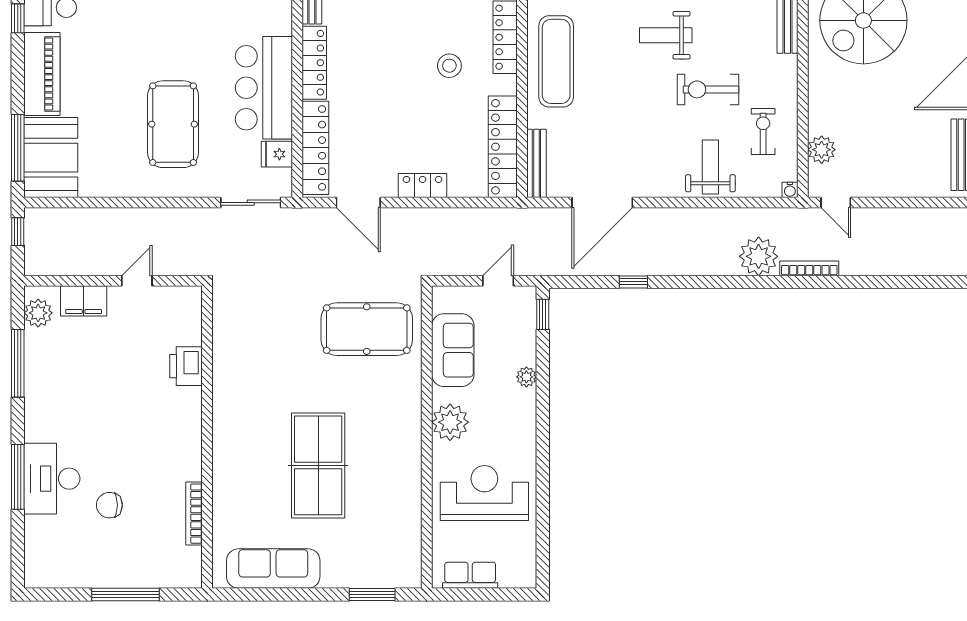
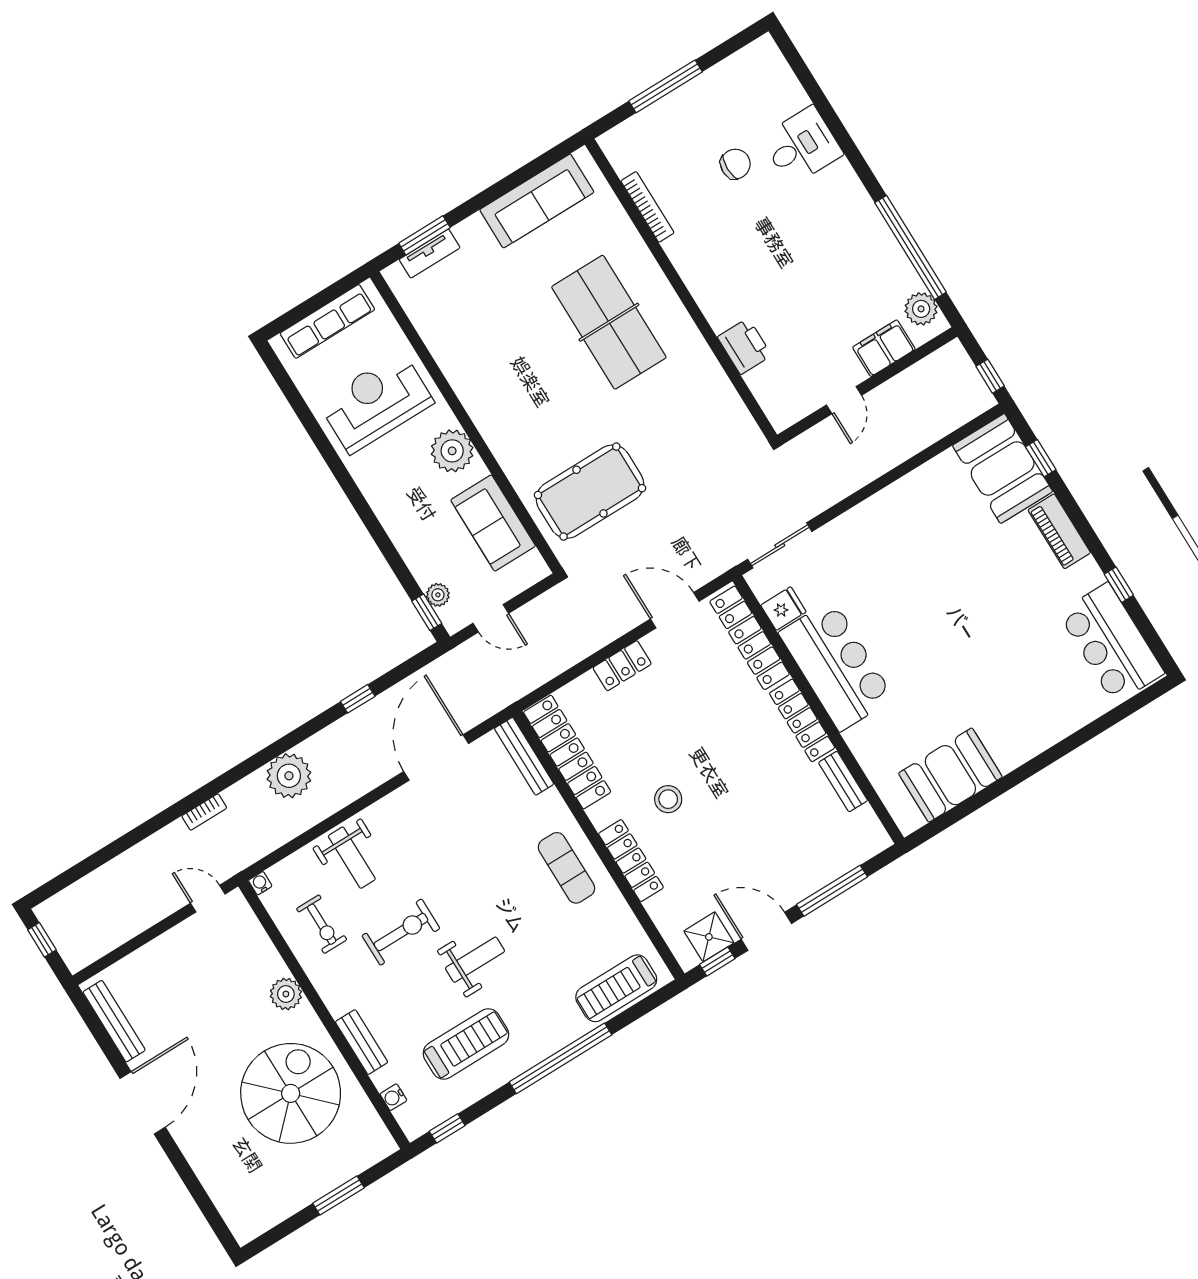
exercise mat: (556, 61) -> (566, 868), width x0.73, depth x0.69
piano: (42, 74) -> (1059, 531), width x0.73, depth x0.75
pool table: (173, 124) -> (903, 575), removed
window: (18, 148) -> (1041, 458), width x0.46
plant: (822, 150) -> (286, 994), moved
plant: (759, 256) -> (289, 776), moved
bookcase: (809, 268) -> (204, 812), width x0.64
door: (498, 281) -> (491, 618), hinge flipped
window: (18, 363) -> (911, 247), width x1.46
plant: (526, 377) -> (438, 595), moved
table tennis table: (318, 465) -> (609, 322), moved
window: (18, 477) -> (842, 136), removed
desk: (52, 479) -> (802, 146), width x0.73
reception desk: (484, 493) -> (376, 402), turned 180
row of seats: (470, 575) -> (327, 321), width x1.48
tv unit: (377, 579) -> (430, 254), added

